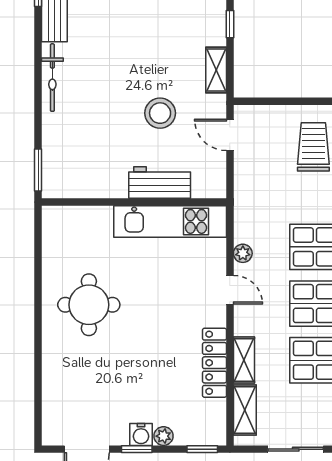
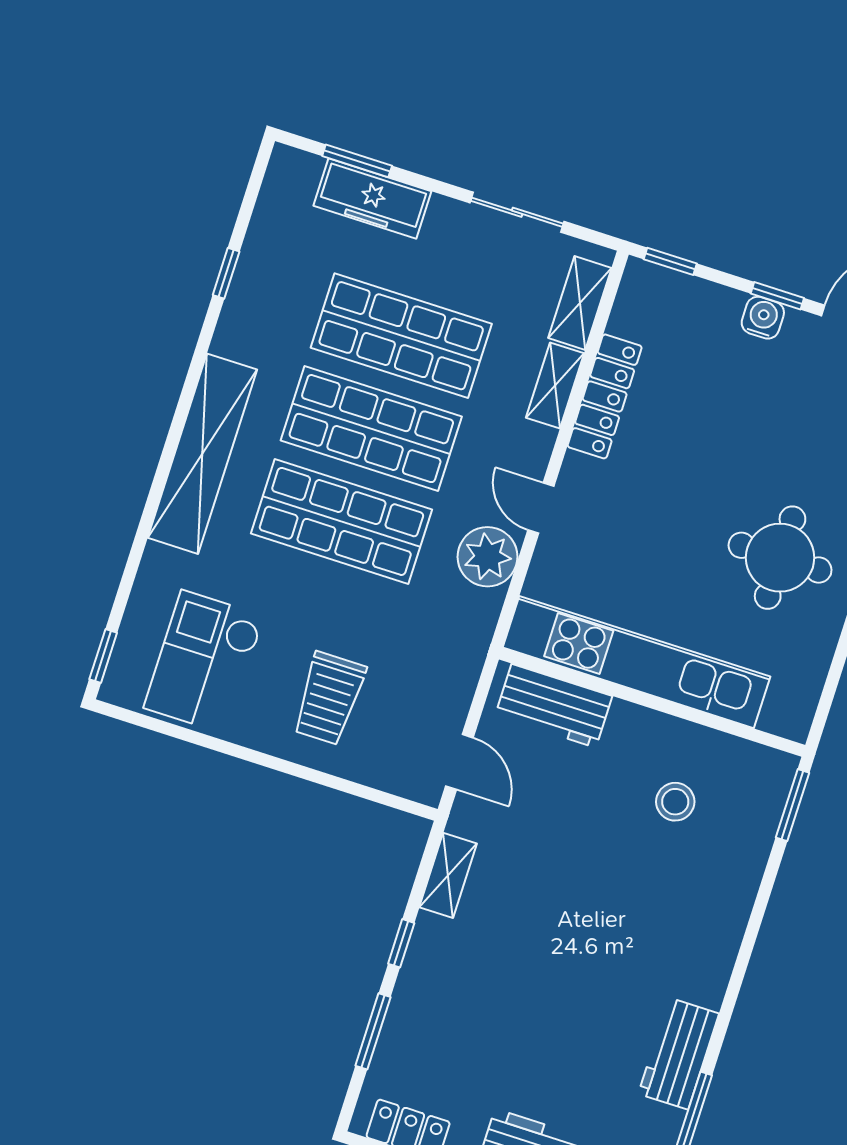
bicycle: (52, 78) -> (720, 949), removed
stool: (160, 113) -> (675, 802), moved, width x0.73, depth x0.73
workbench: (160, 183) -> (554, 706), moved
kitchen unit: (170, 221) -> (637, 662), width x1.36
plant: (243, 253) -> (488, 557), width x1.88, depth x1.88
plant: (163, 436) -> (727, 303), removed

